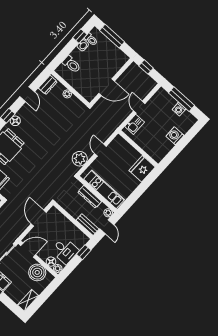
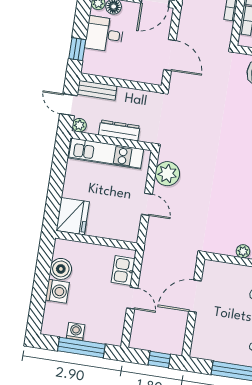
boiler: (166, 146) -> (61, 269), added

